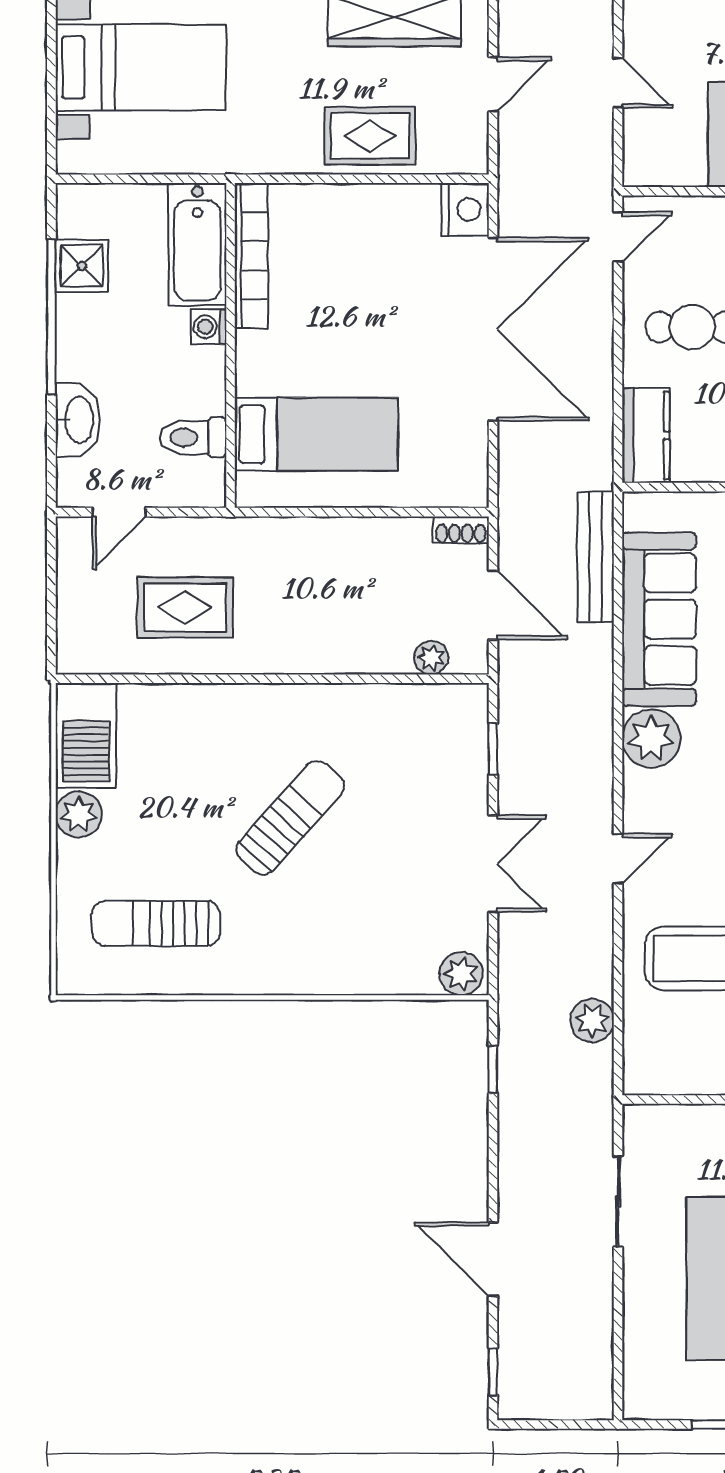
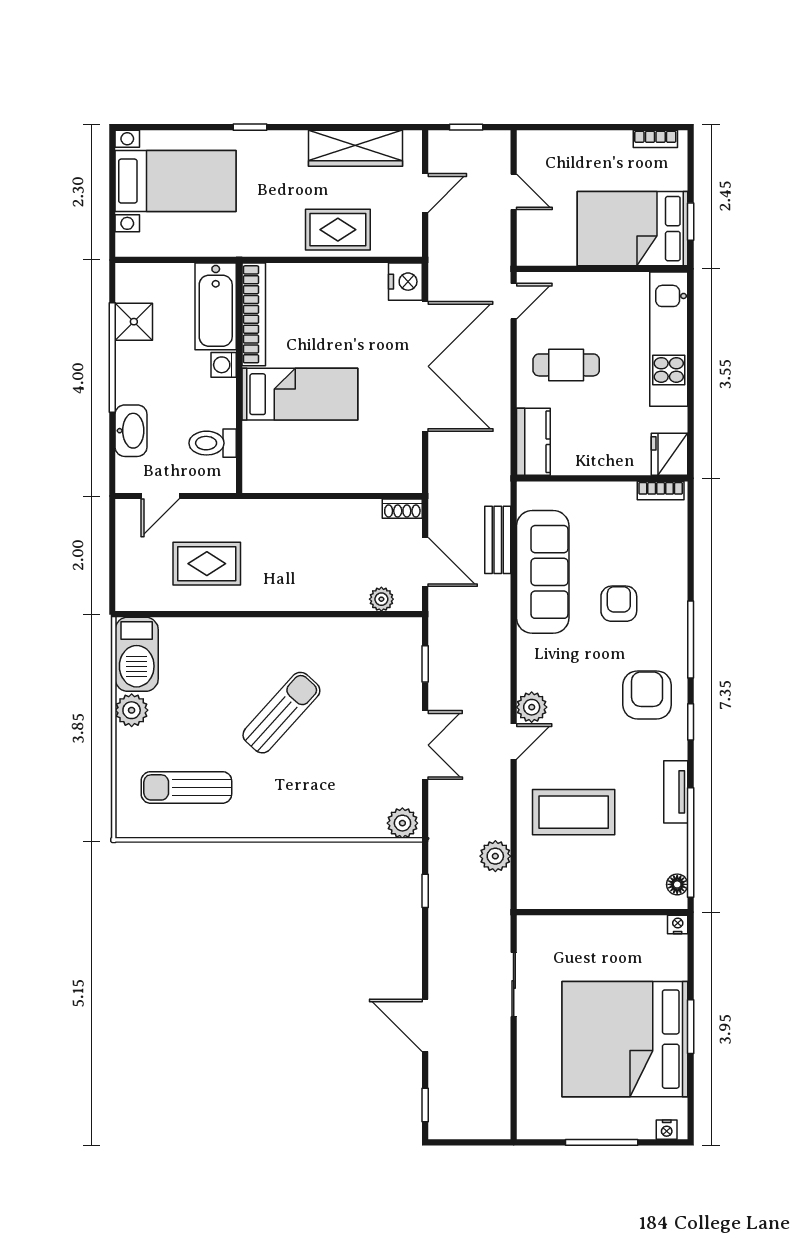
bed: (316, 434) -> (300, 394), moved
bench: (596, 557) -> (498, 540), width x0.73
plant: (651, 739) -> (532, 707), moved, width x0.73, depth x0.73

